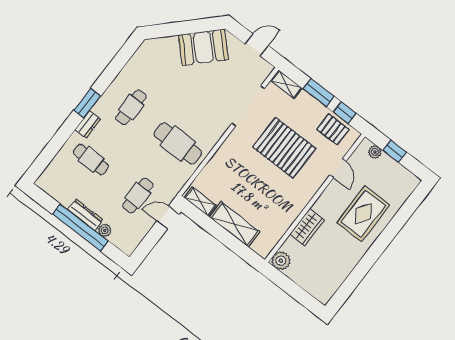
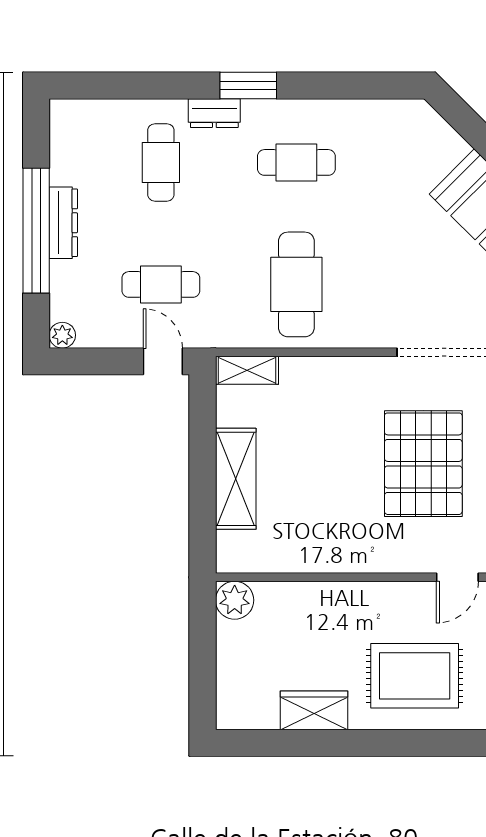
shelving: (200, 202) -> (247, 370), moved, turned 90
wardrobe: (307, 227) -> (314, 710), moved, turned 180
plant: (105, 230) -> (62, 335), moved

